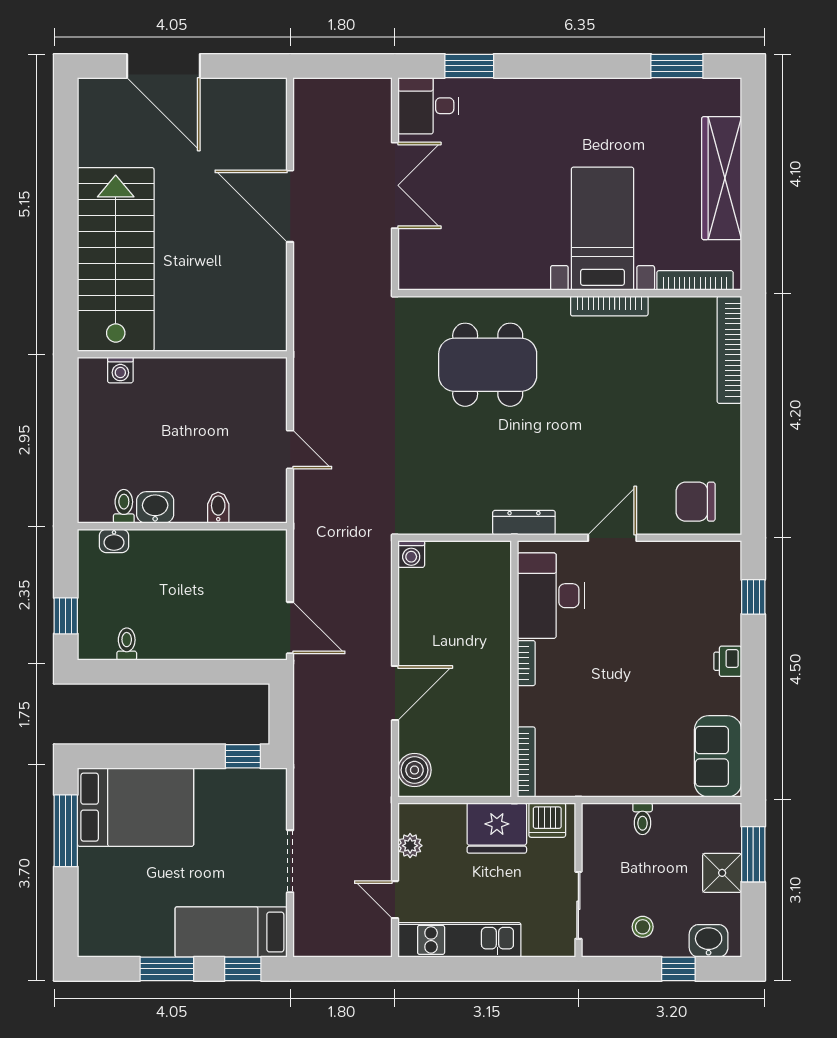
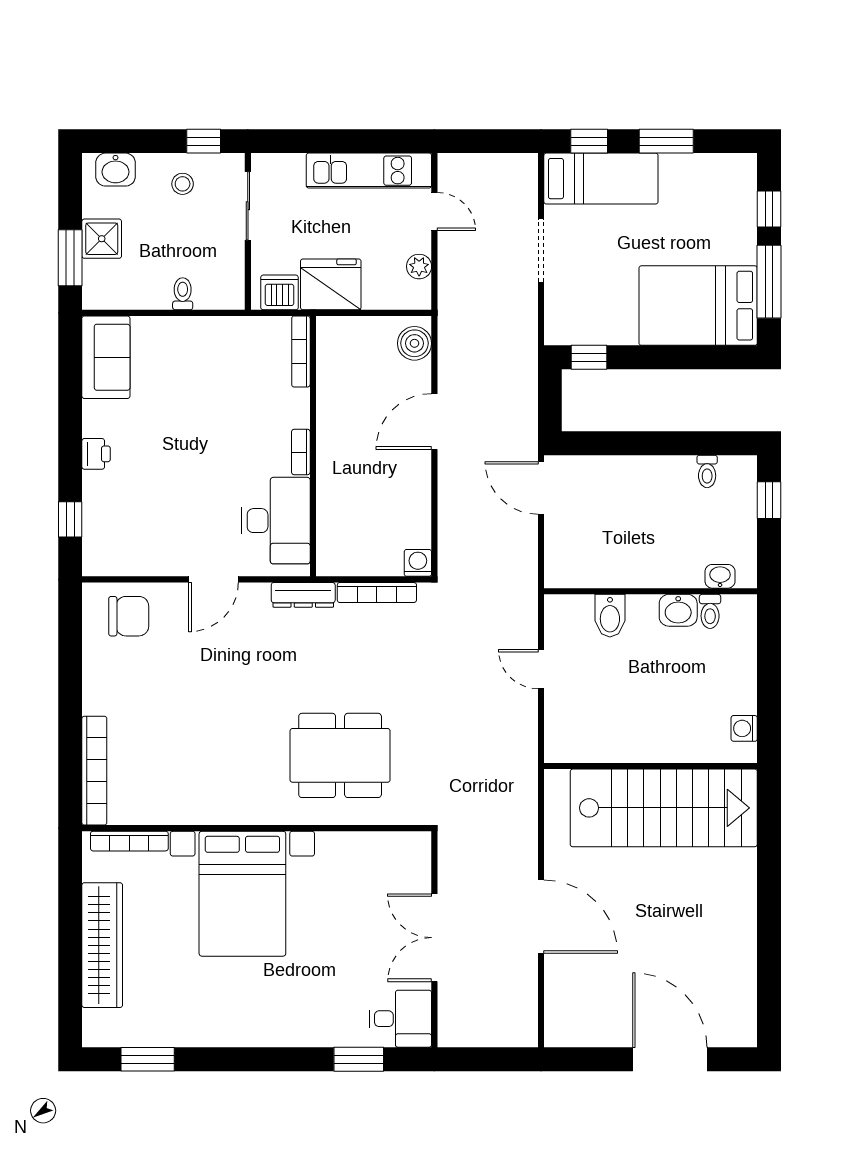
bed with nightstands: (603, 229) -> (242, 894), width x1.36
stairs: (116, 259) -> (664, 808), moved, turned -90
bookcase: (609, 306) -> (377, 592), moved, turned 180
washing machine: (120, 370) -> (744, 728), moved, turned -90
bidet: (218, 508) -> (610, 616), width x1.38, depth x1.36
window: (66, 902) -> (769, 209), added
window: (678, 969) -> (204, 141), moved

